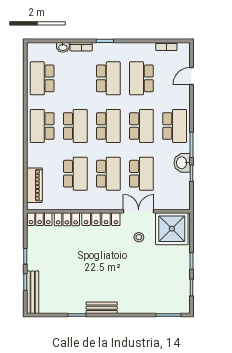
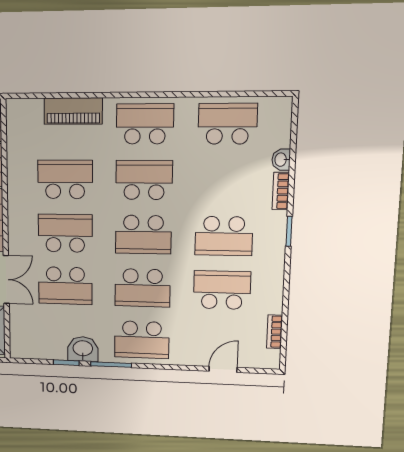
door: (191, 76) -> (223, 369), hinge flipped
school desk: (75, 126) -> (144, 180), turned 180
school desk: (75, 174) -> (65, 179), turned 180
school desk: (108, 174) -> (65, 233), turned 180
piano: (34, 185) -> (73, 111), moved

